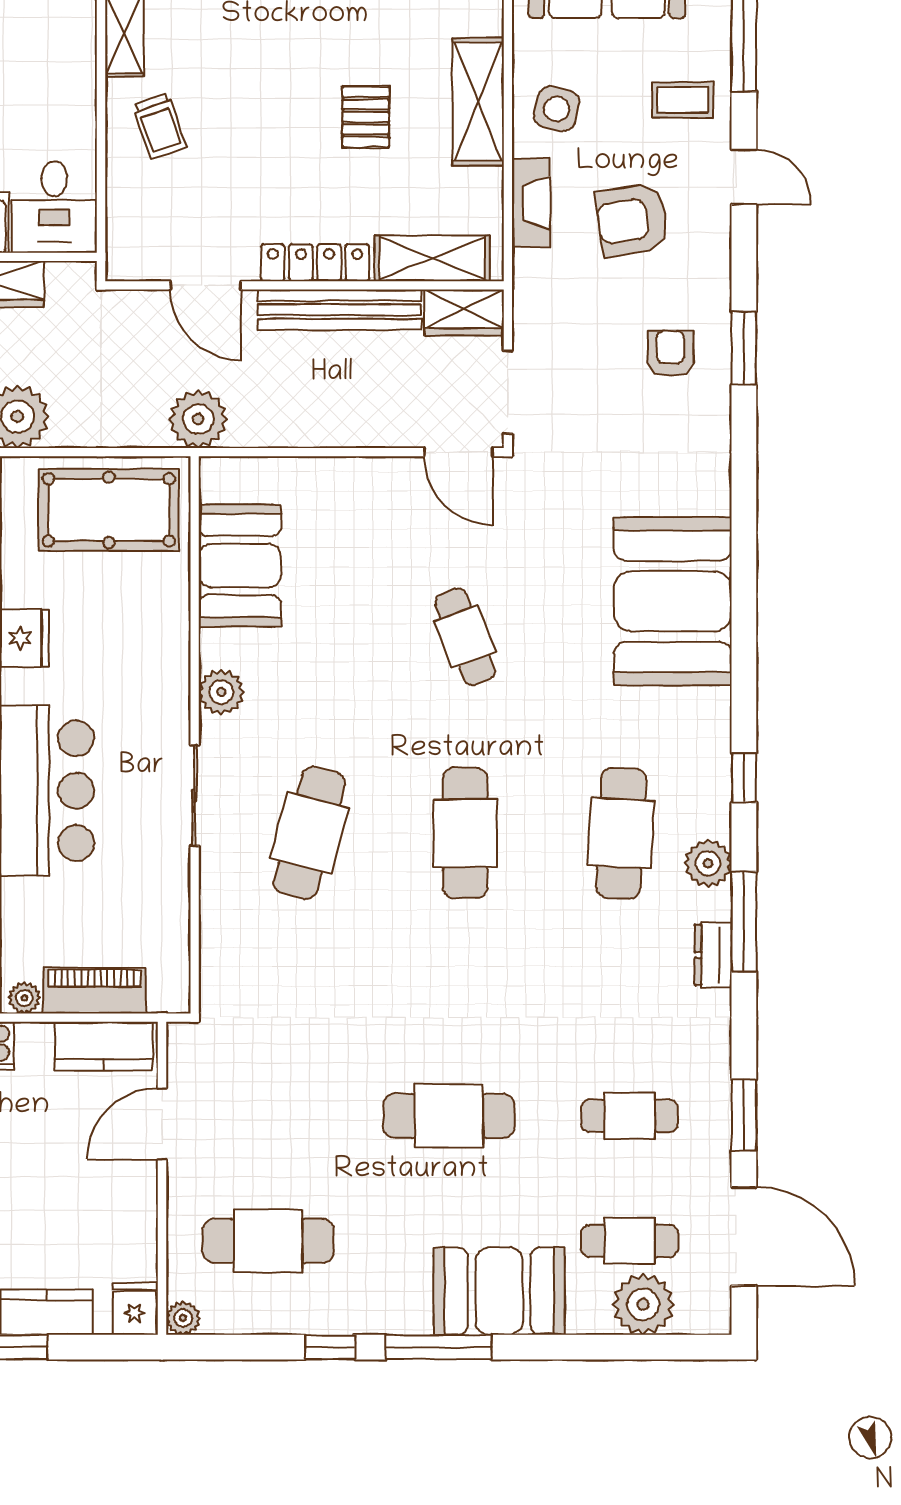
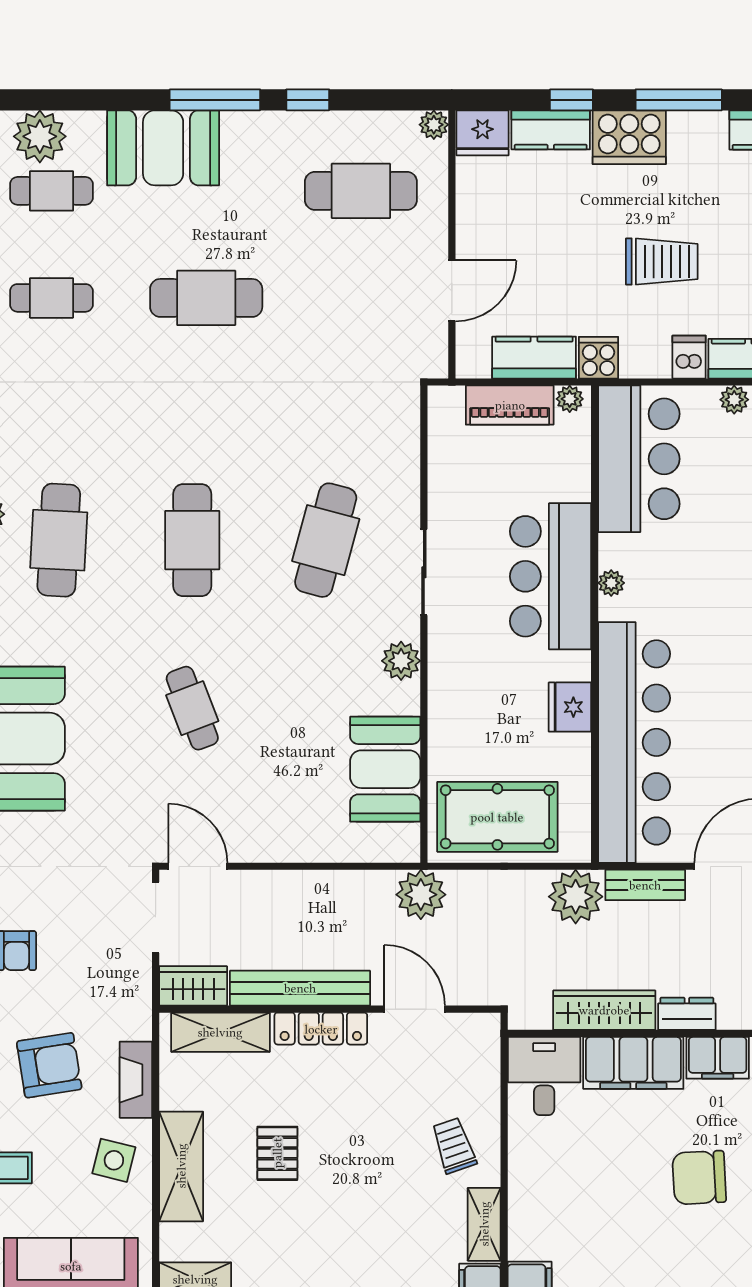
kitchen counter: (103, 1046) -> (534, 358), moved
fridge: (135, 1309) -> (483, 133), width x1.38

